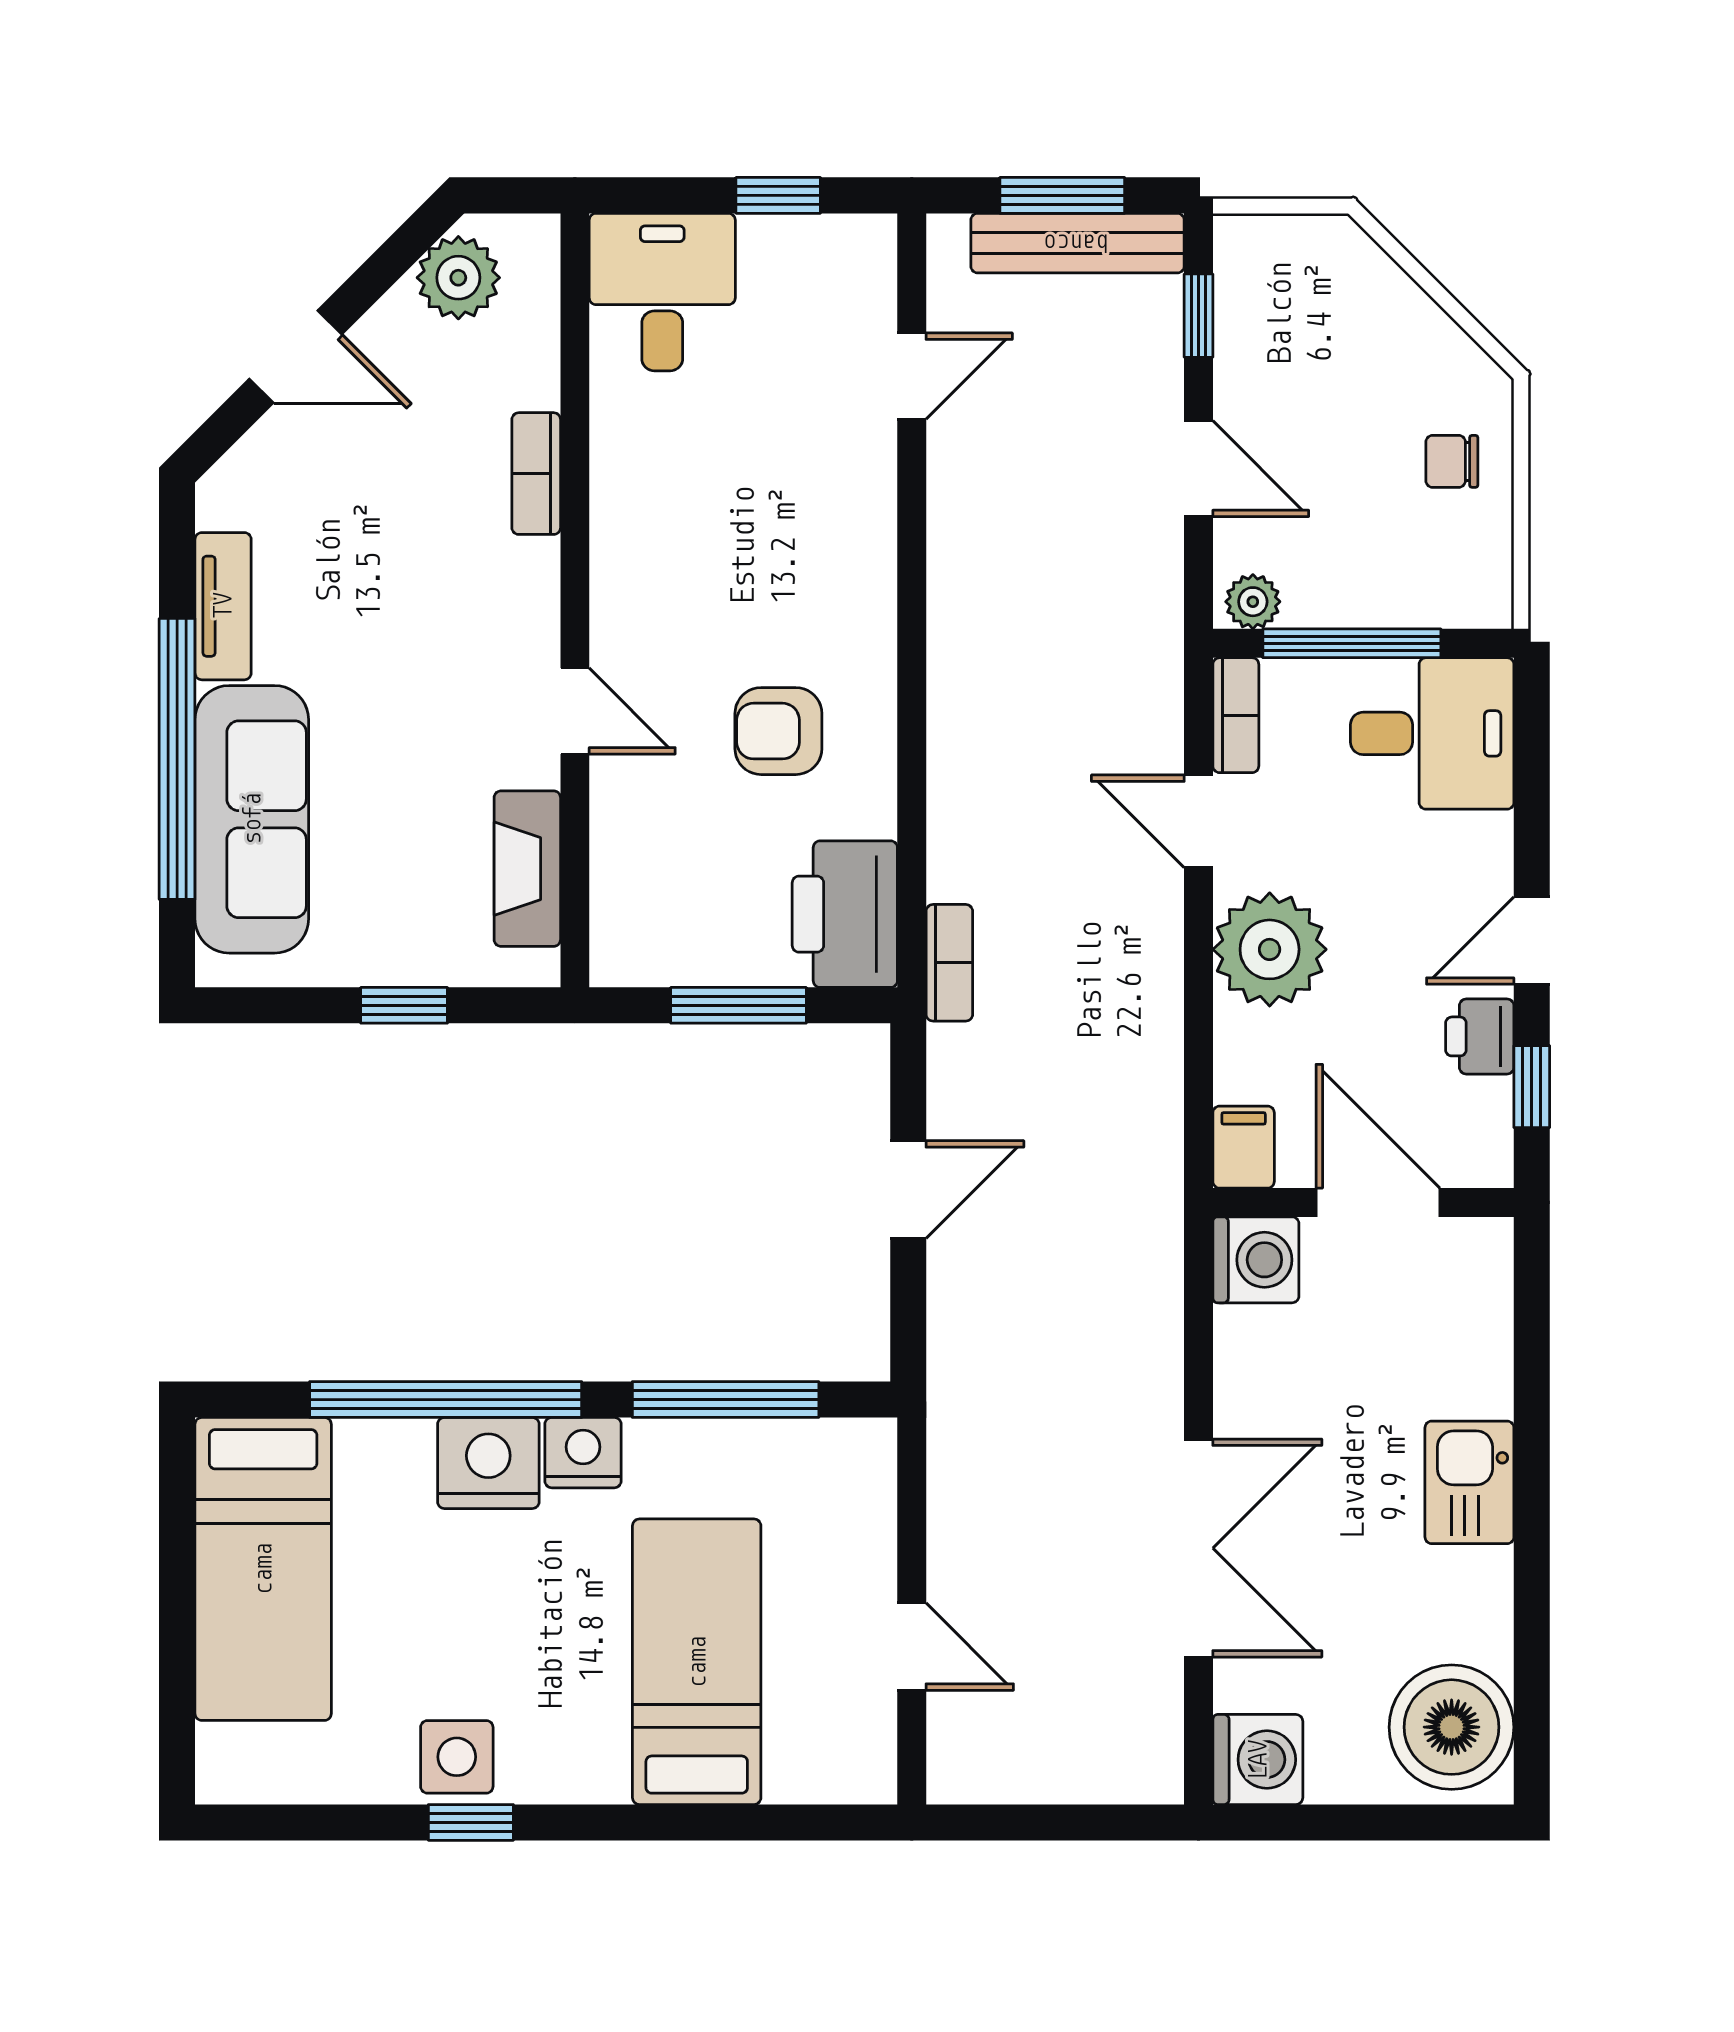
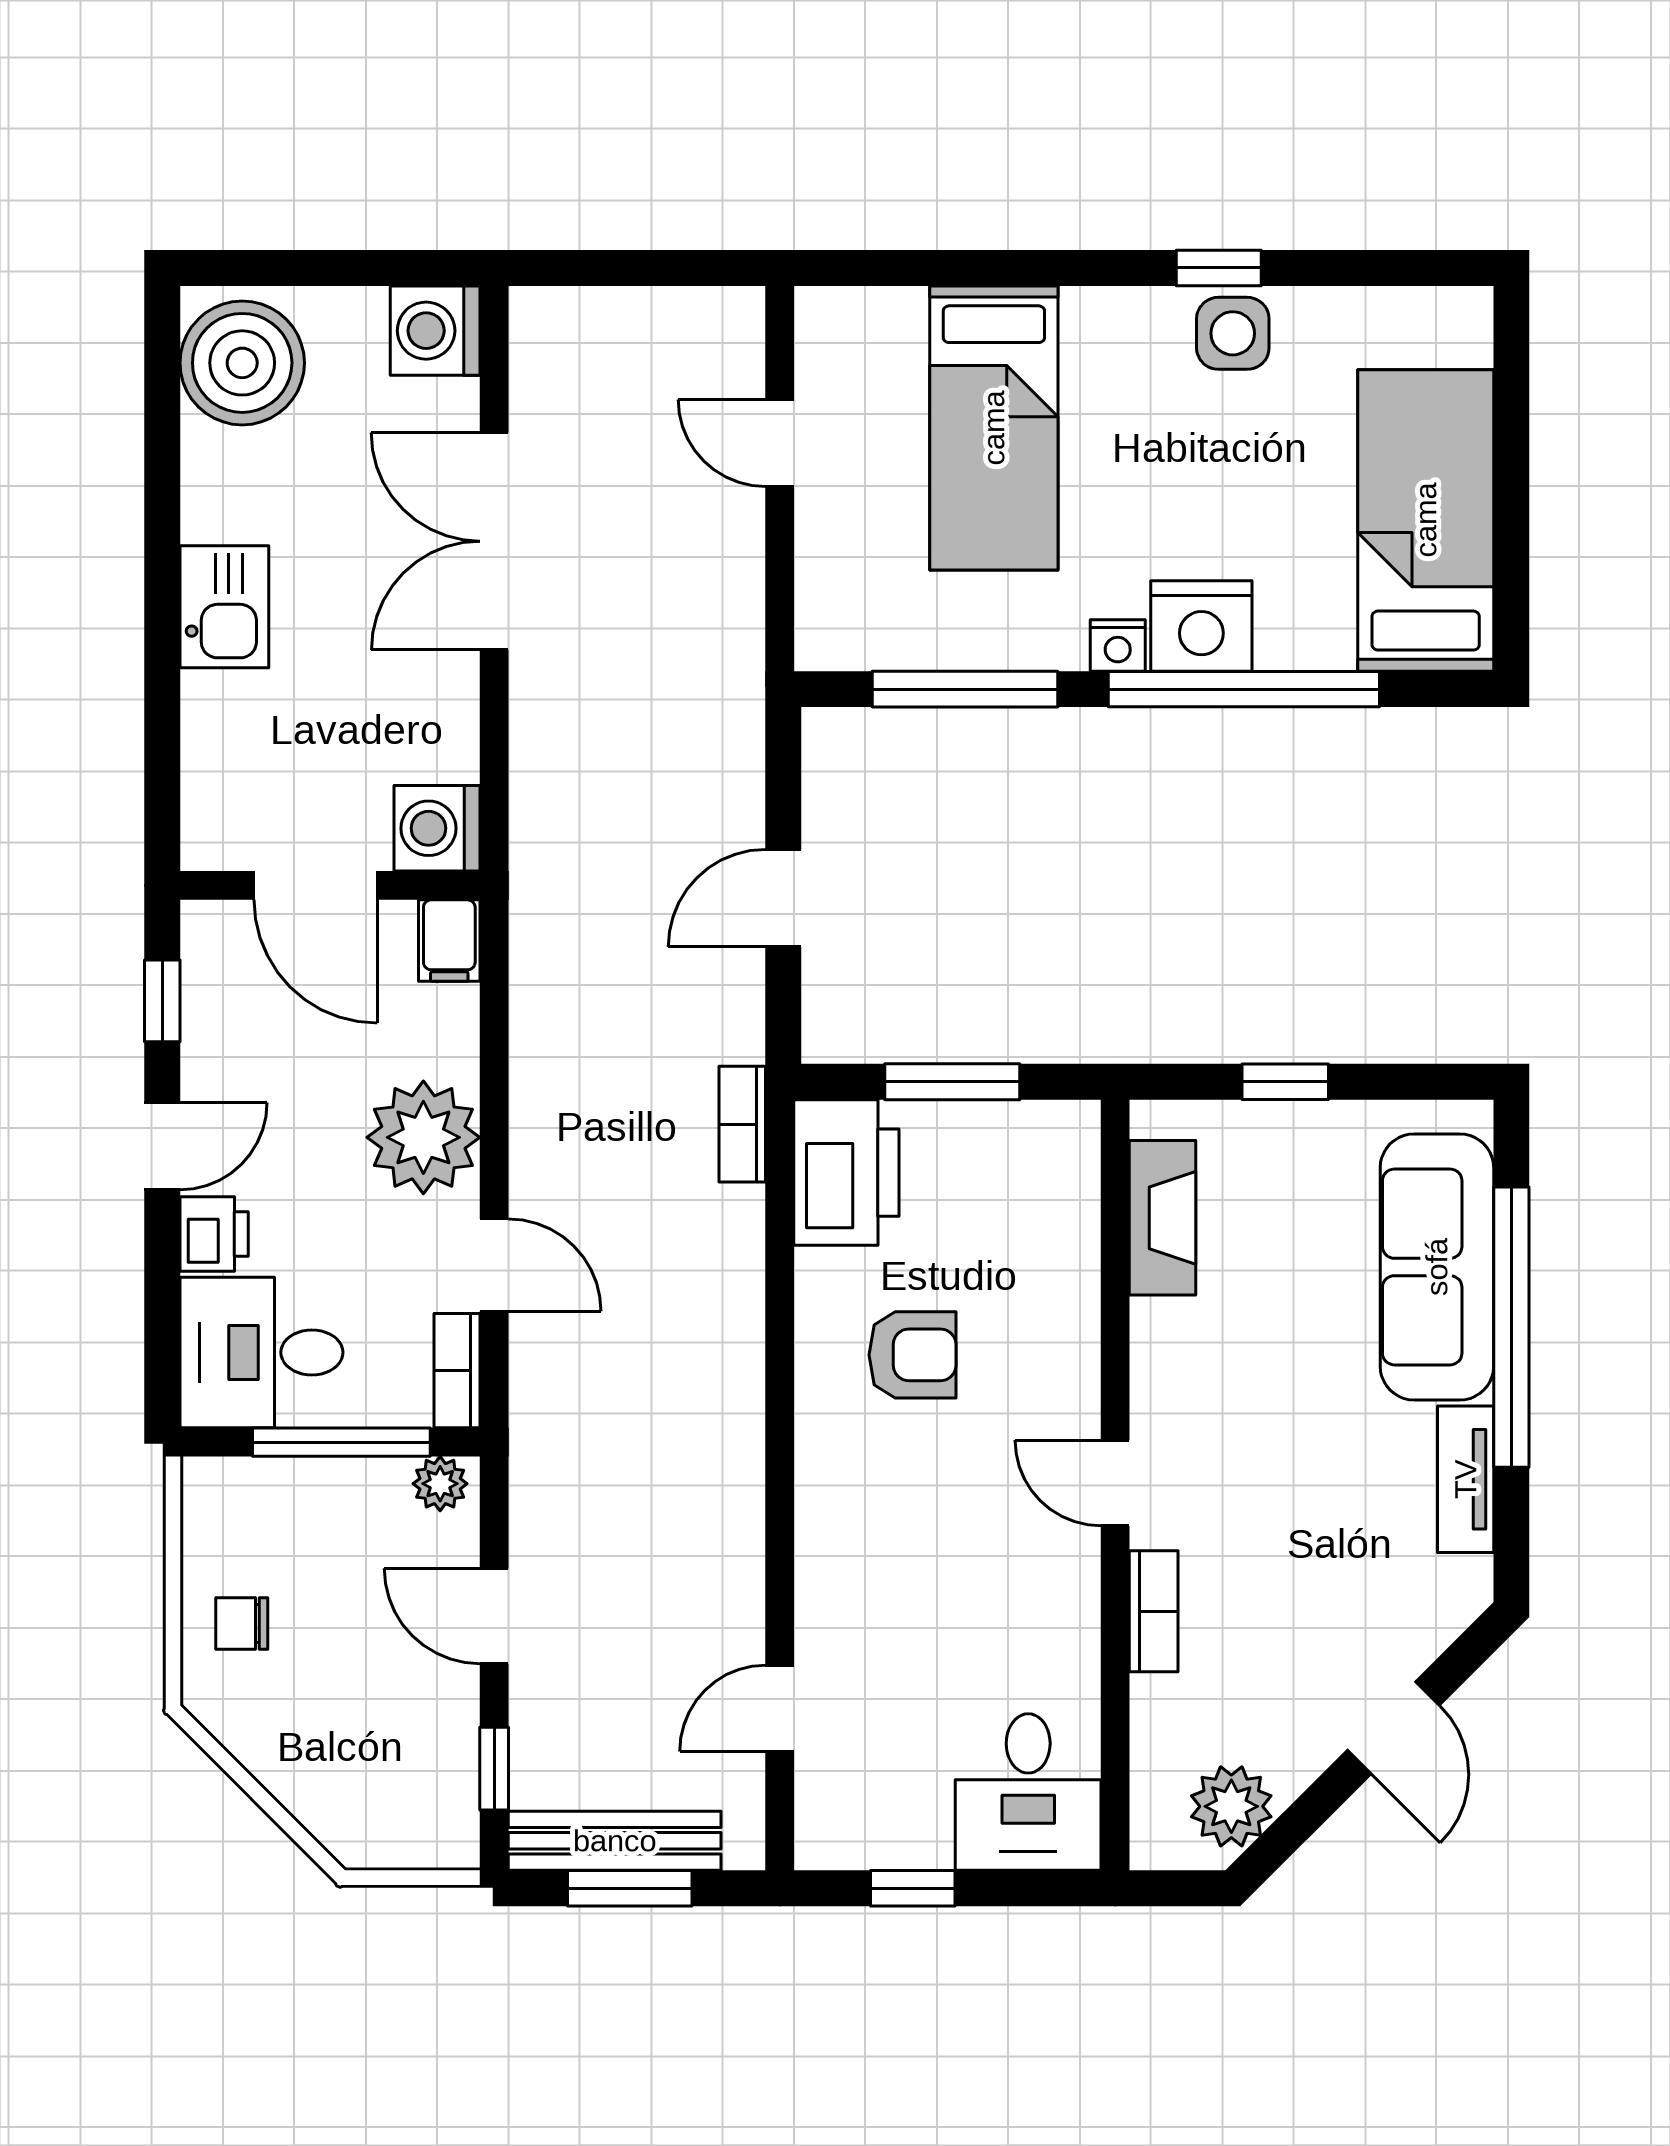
door: (296, 357) -> (1393, 1728), swing flipped
chair: (1452, 461) -> (242, 1623), turned 180
door: (575, 711) -> (1115, 1483), moved
printer: (1480, 1036) -> (214, 1234), moved
nightstand: (583, 1453) -> (1118, 645), width x0.72, depth x0.74

